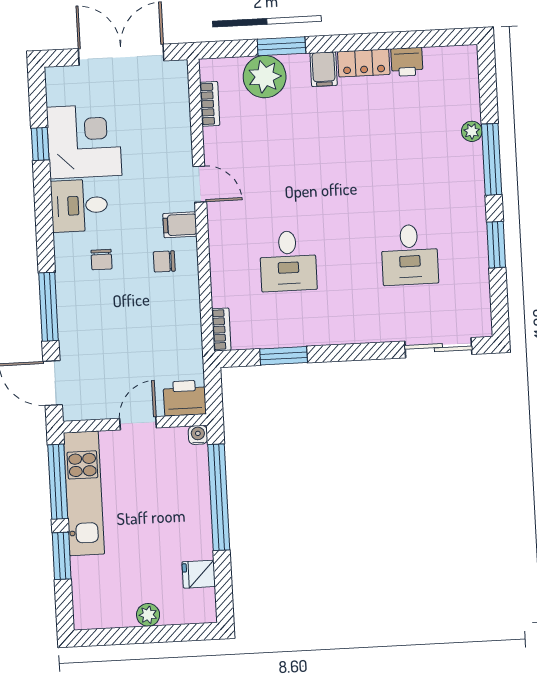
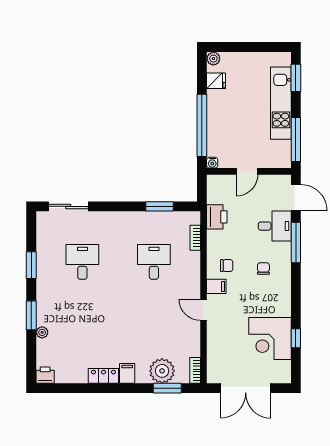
window: (281, 46) -> (167, 388), moved
printer: (407, 62) -> (45, 375), moved
bookcase: (210, 104) -> (195, 370), moved
window: (492, 159) -> (31, 315), width x0.69
desk: (79, 206) -> (275, 226), moved
bookcase: (221, 329) -> (195, 238), moved
printer: (185, 398) -> (217, 217), moved, turned -90
kitchen unit: (84, 493) -> (281, 103), moved
window: (62, 556) -> (296, 78), moved
plant: (148, 615) -> (213, 59), moved

